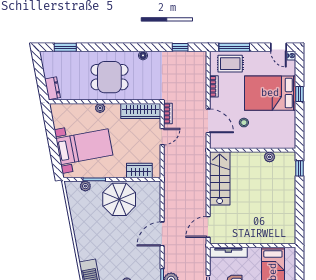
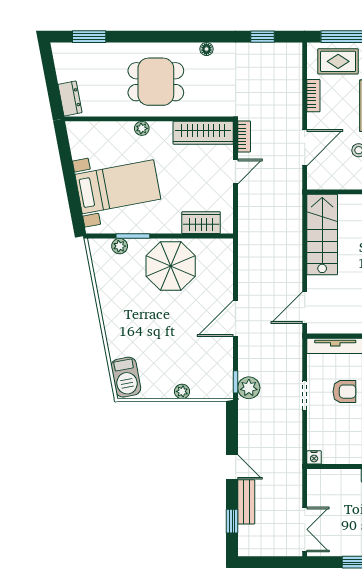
door: (208, 121) -> (305, 148), hinge flipped

